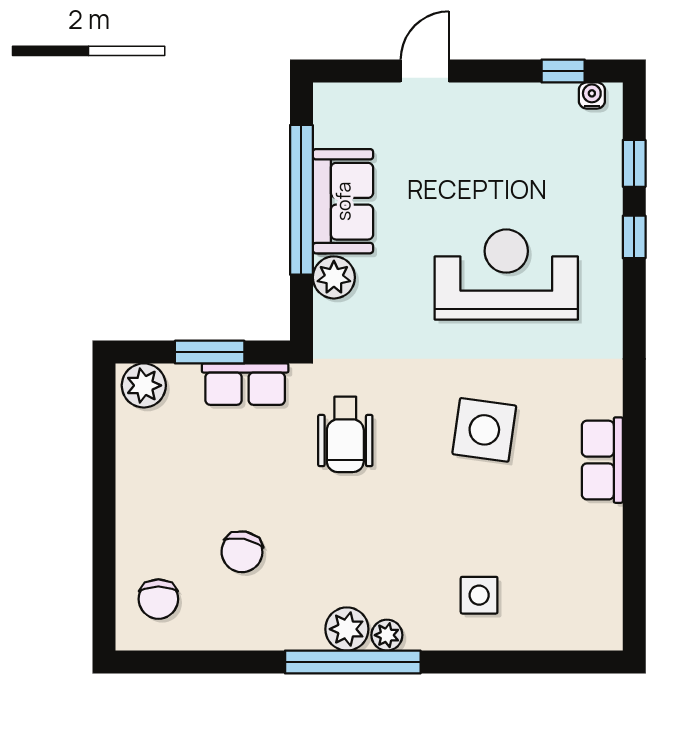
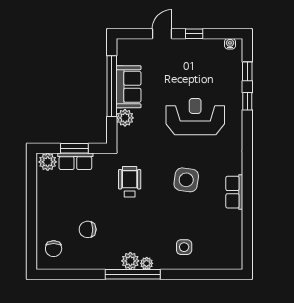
window: (563, 71) -> (194, 34), moved
row of seats: (245, 384) -> (75, 161), moved
wheelchair: (345, 434) -> (130, 182), turned 180
chair: (242, 552) -> (88, 229), turned 79

